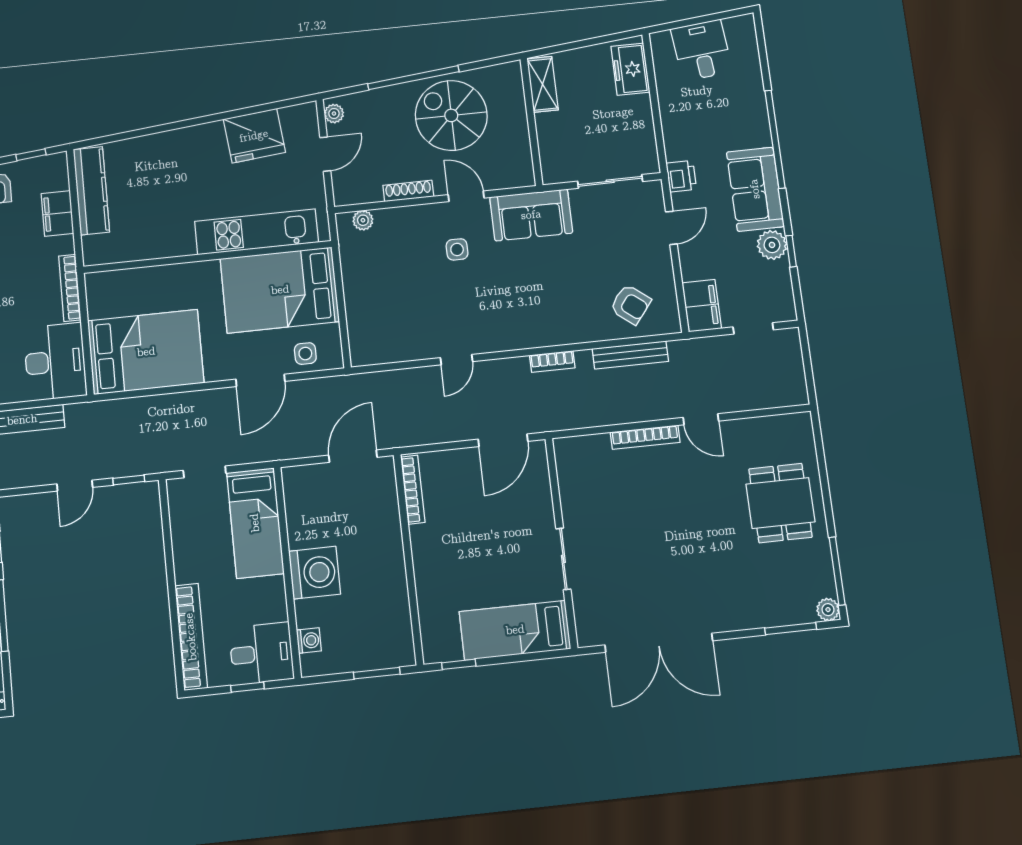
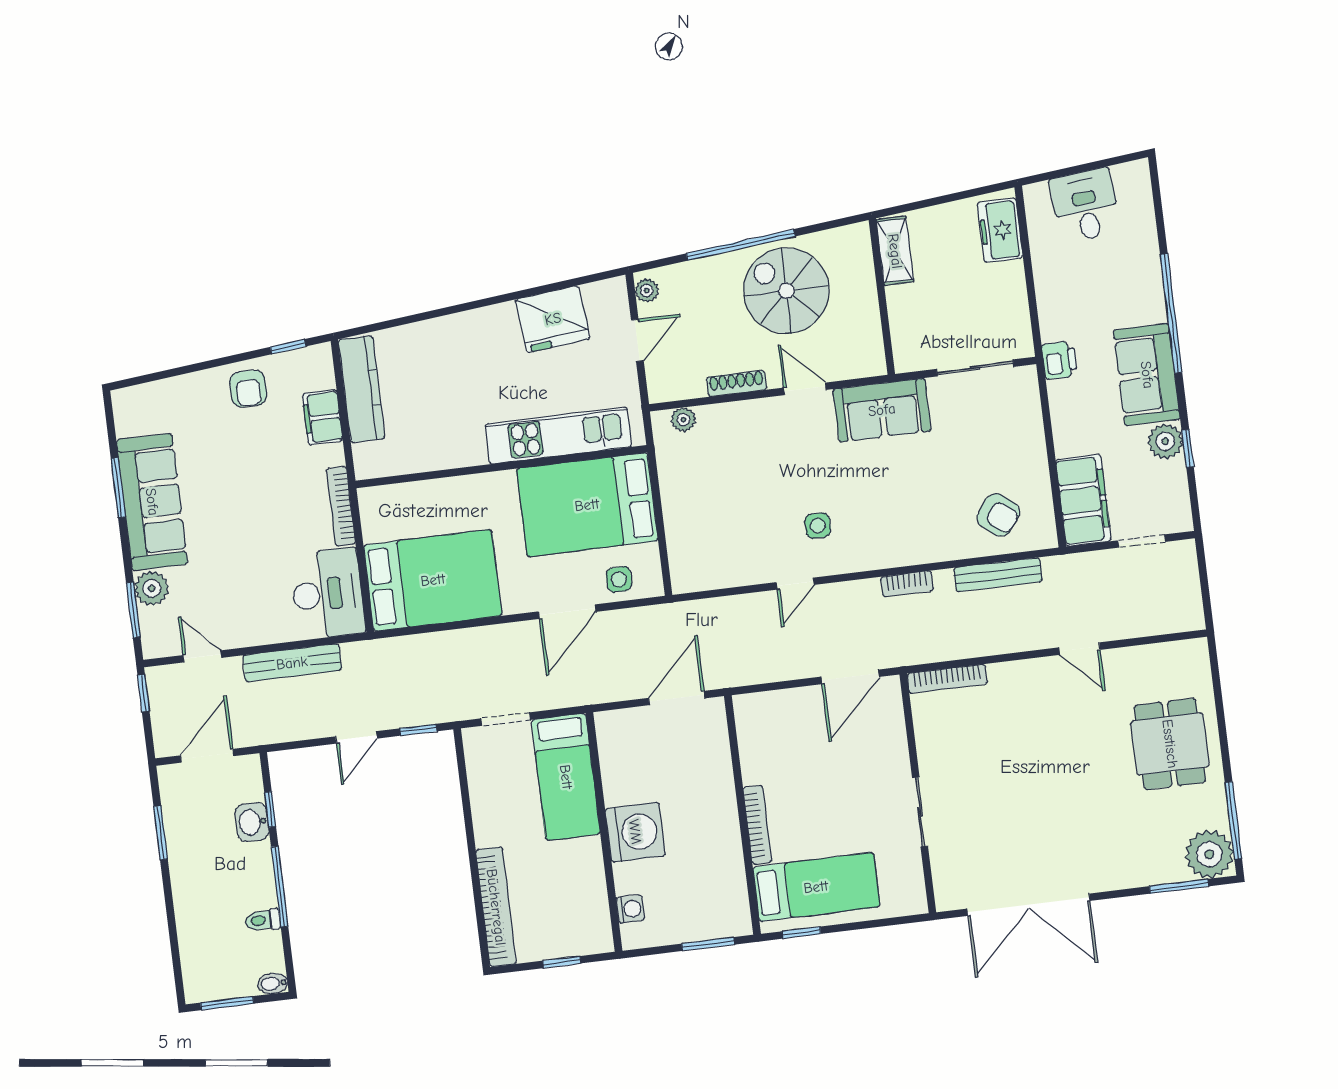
door: (671, 228) -> (1047, 423), removed
side table: (457, 249) -> (818, 526), moved
filing cabinet: (702, 306) -> (1083, 500), width x1.50, depth x1.17
bookcase: (645, 437) -> (947, 679), moved
bookcase: (413, 490) -> (757, 825), moved
plant: (828, 610) -> (1209, 854), width x1.88, depth x1.88
bed: (515, 630) -> (816, 887), moved, turned 180
desk: (261, 653) -> (577, 924), removed

